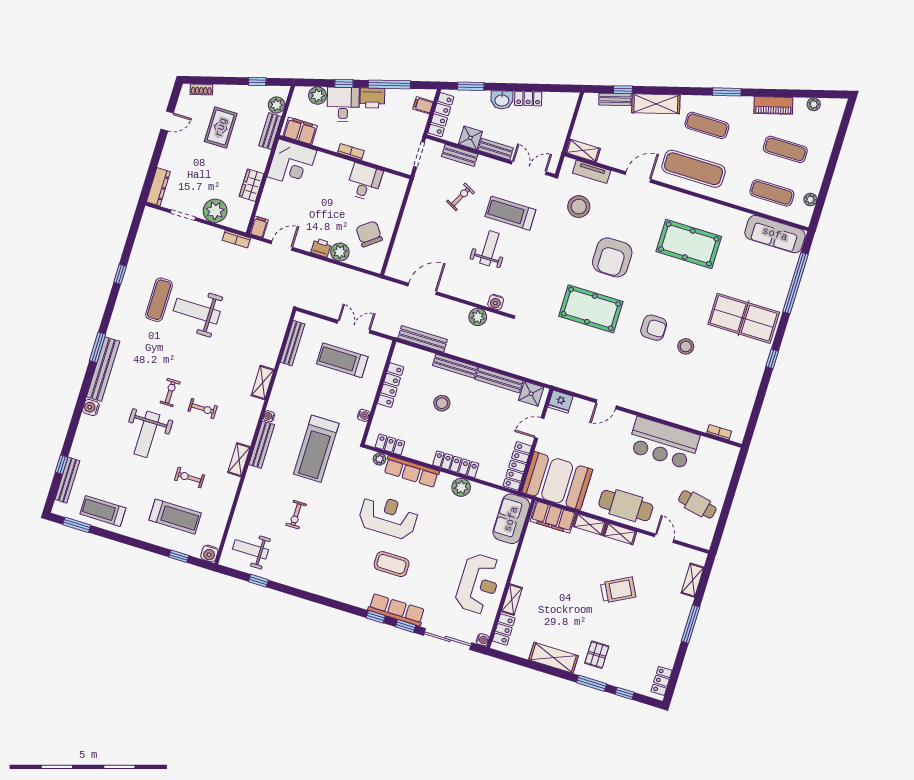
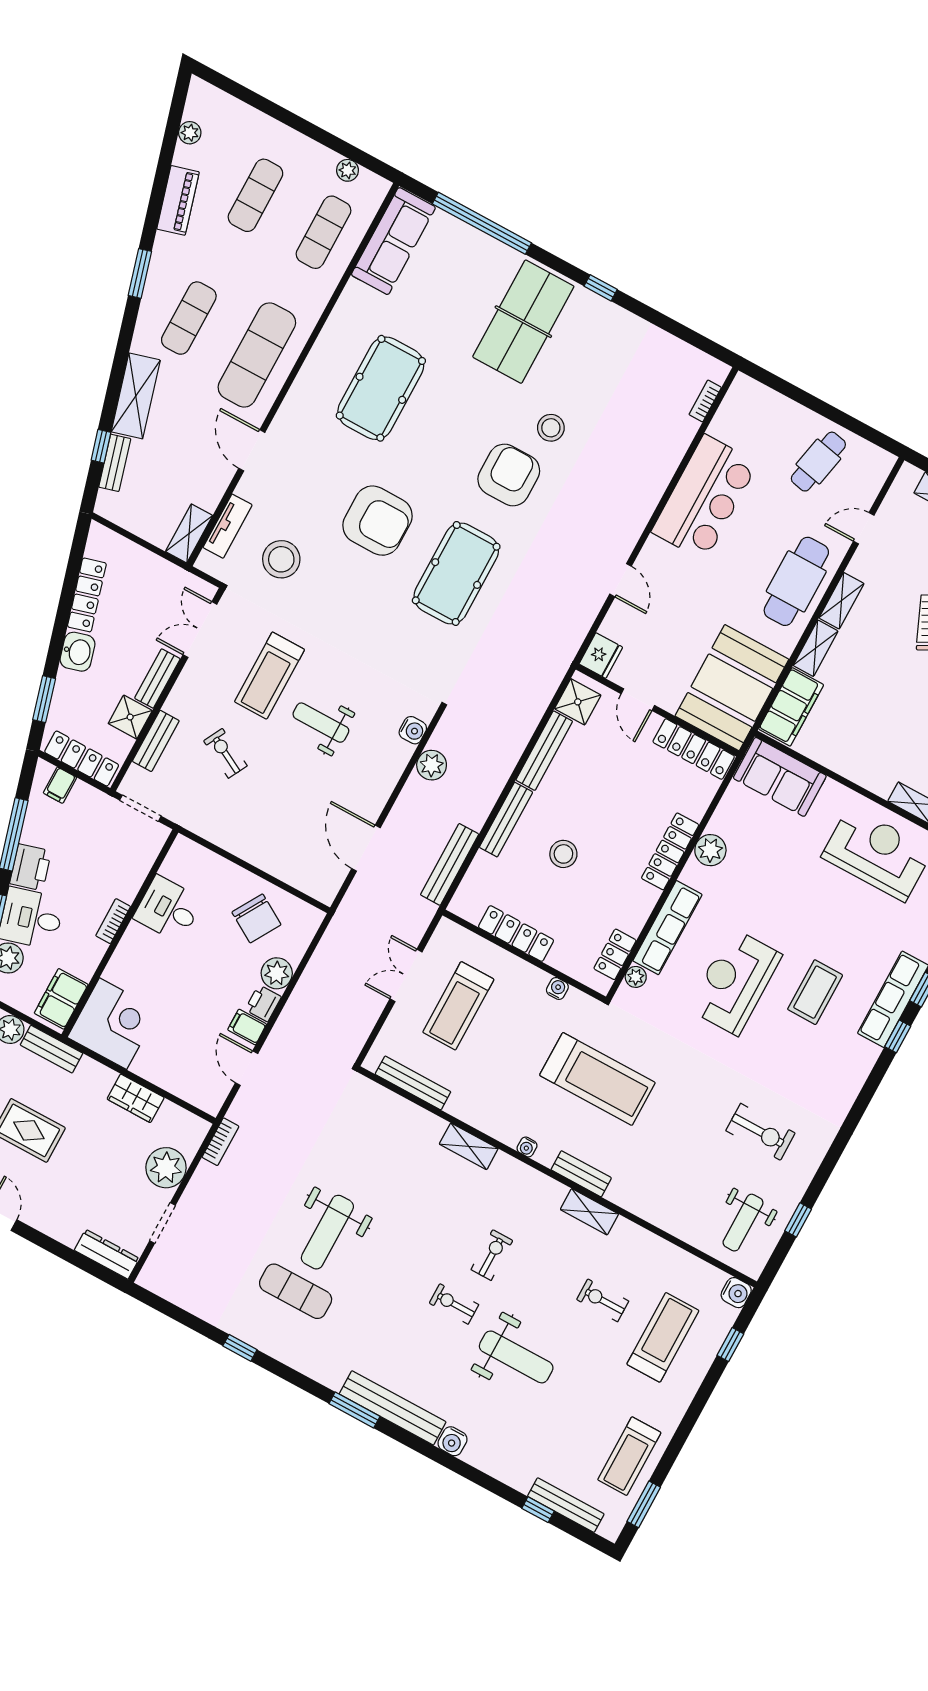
locker: (528, 99) -> (87, 595), width x1.53
filing cabinet: (259, 227) -> (247, 1027), moved
chair: (369, 234) -> (256, 918), turned -112
armchair: (654, 328) -> (509, 475), width x1.36, depth x1.36
bench: (262, 445) -> (581, 1174), width x0.73
exercise bike: (189, 478) -> (603, 1300), turned 90
exercise bike: (296, 515) -> (760, 1132), moved, width x1.38, depth x1.39

